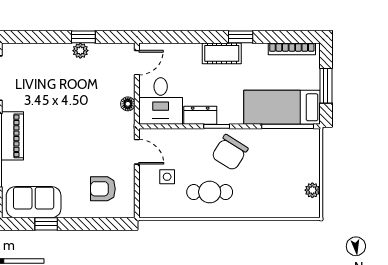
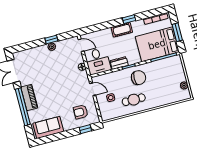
door: (137, 63) -> (81, 45), hinge flipped
bed: (282, 107) -> (157, 44), width x1.50
chair: (230, 153) -> (138, 78), turned -122
window: (46, 224) -> (85, 129), moved

